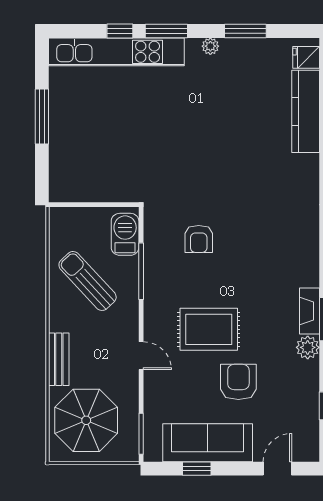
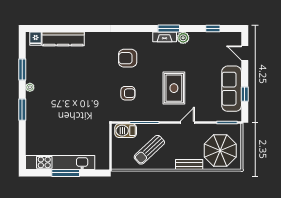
window: (120, 31) -> (22, 133), removed
kitchen unit: (116, 52) -> (60, 162), moved, turned -90
armchair: (238, 382) -> (128, 58), moved

